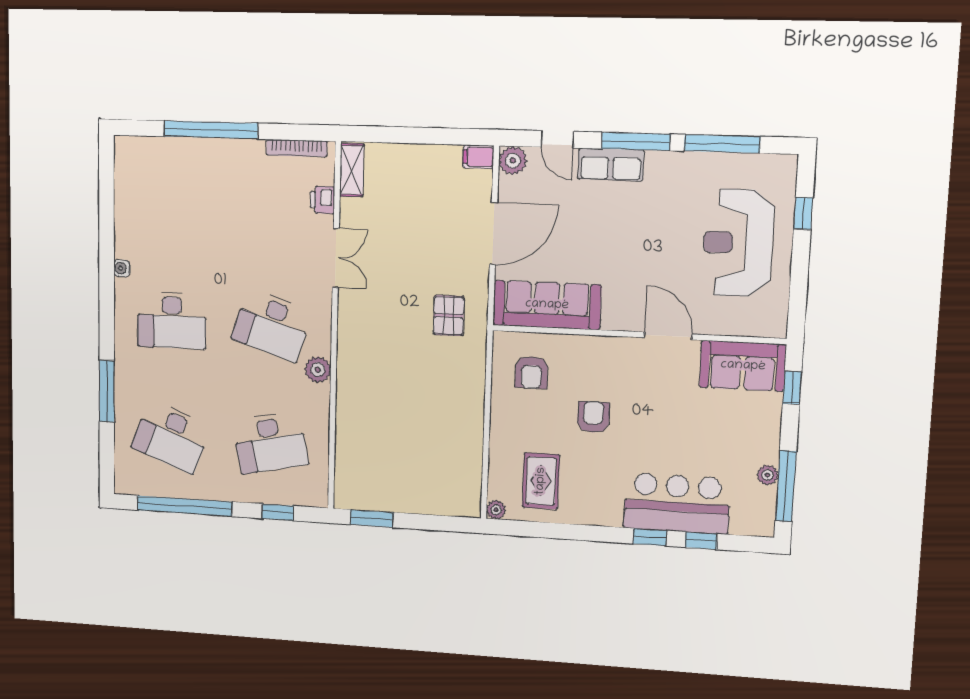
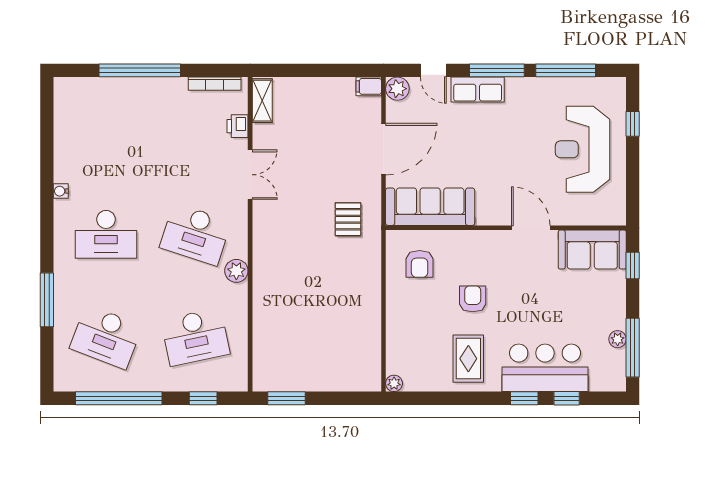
rug: (541, 481) -> (468, 359), moved

